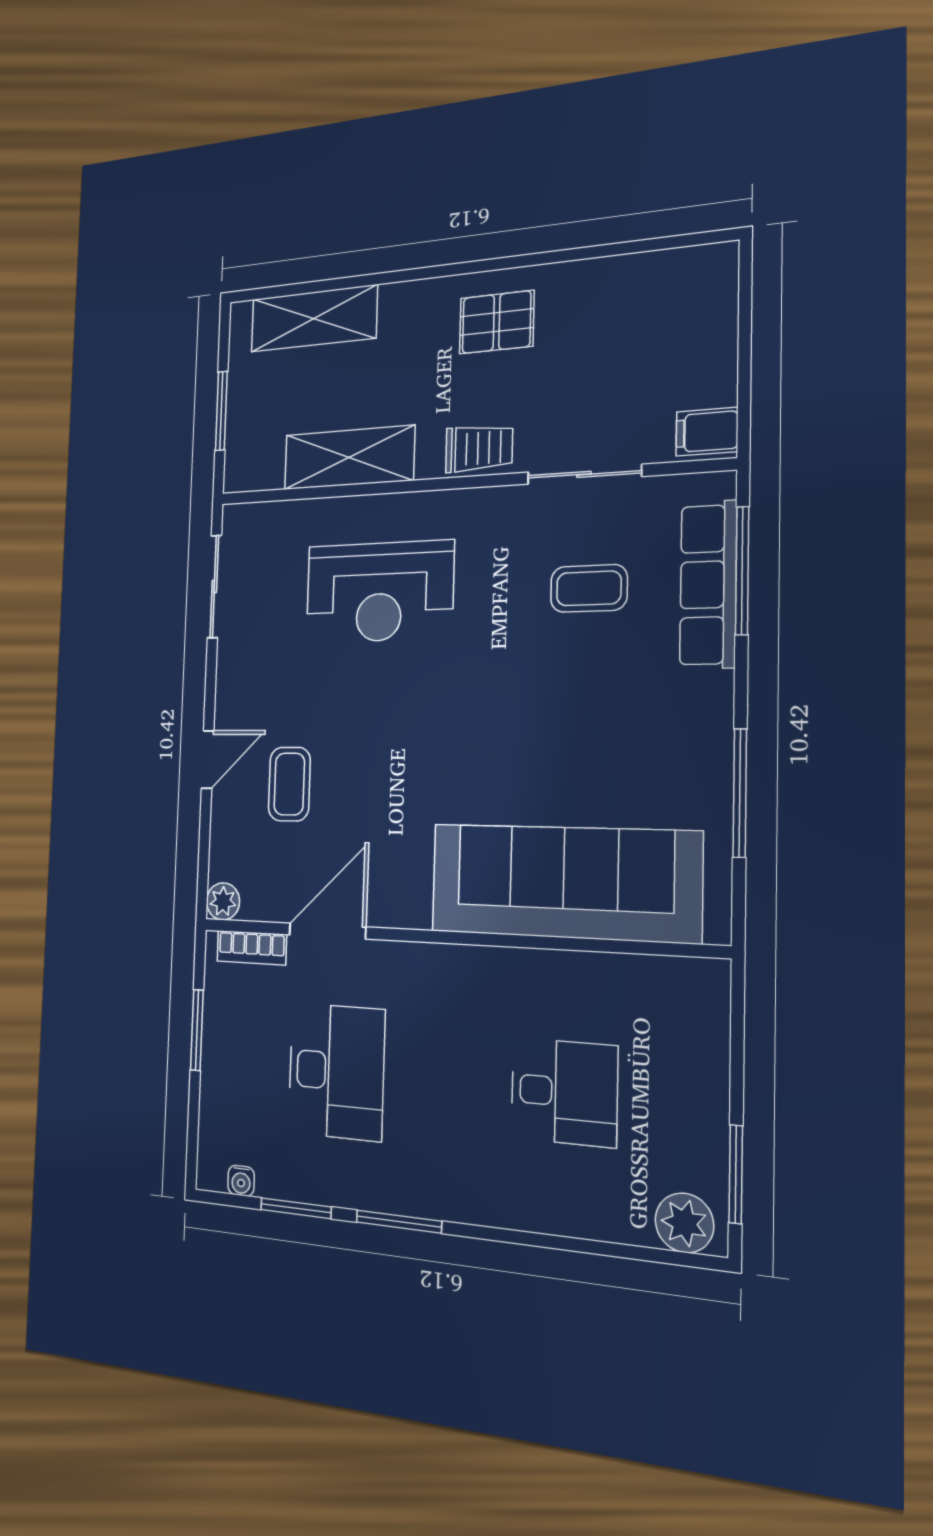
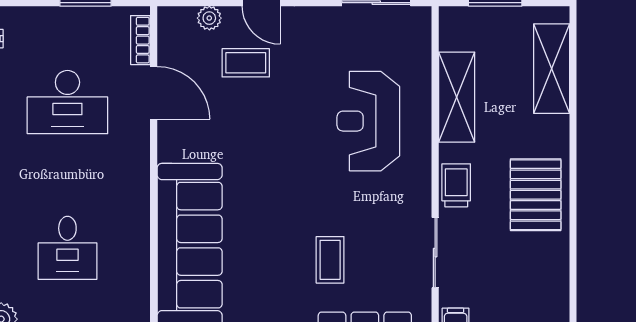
pallet: (497, 322) -> (536, 195), width x1.50, depth x1.42
trolley: (479, 448) -> (456, 185), turned 180
coffee table: (589, 588) -> (330, 260), moved
plant: (223, 901) -> (209, 18), moved

